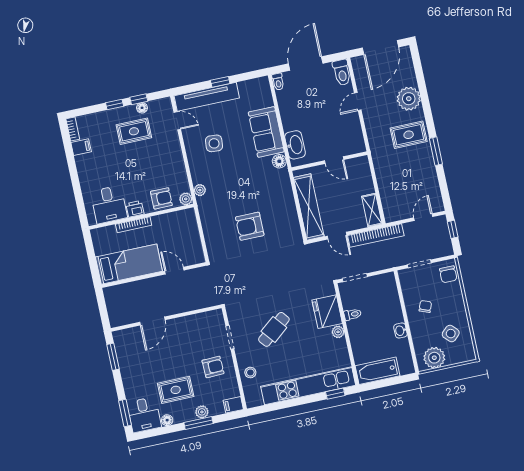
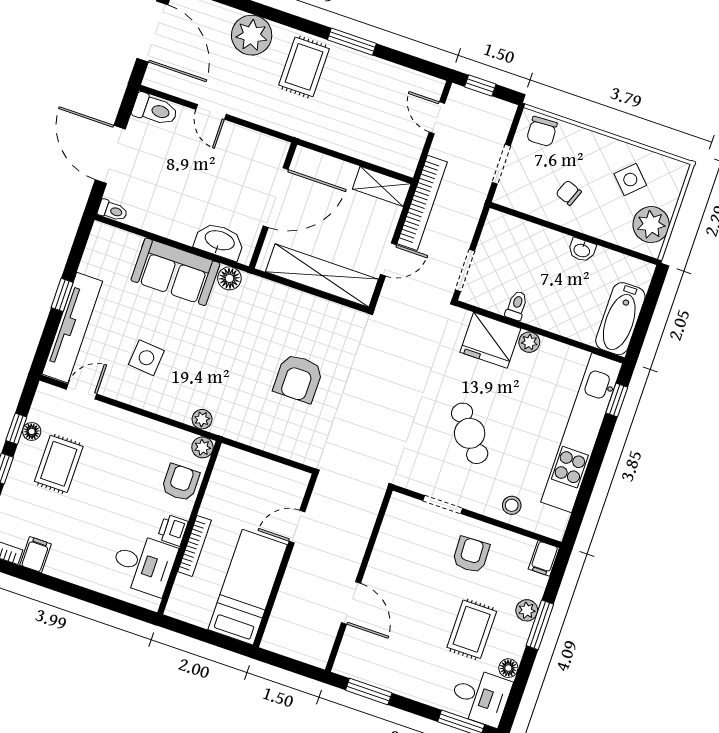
door: (334, 160) -> (276, 198), width x1.87
chair: (448, 274) -> (542, 131), turned 87

